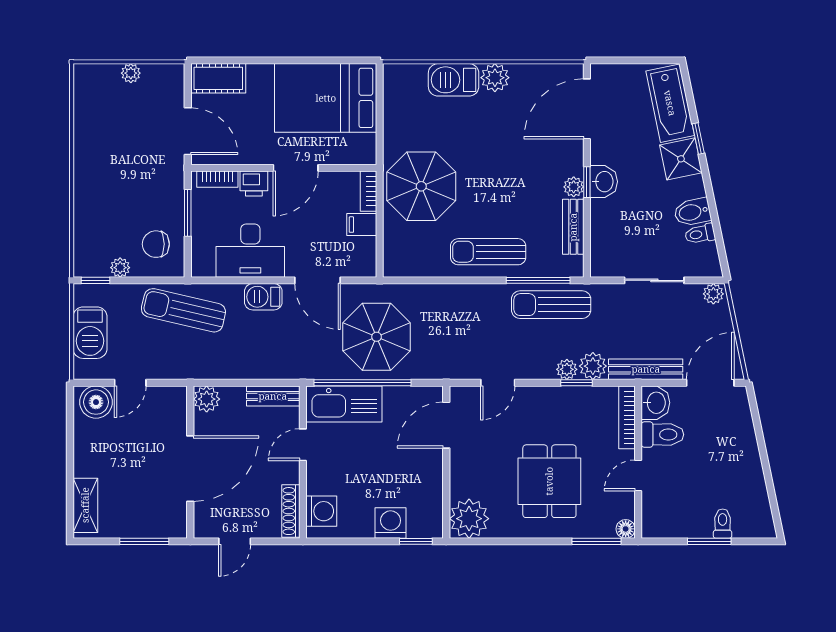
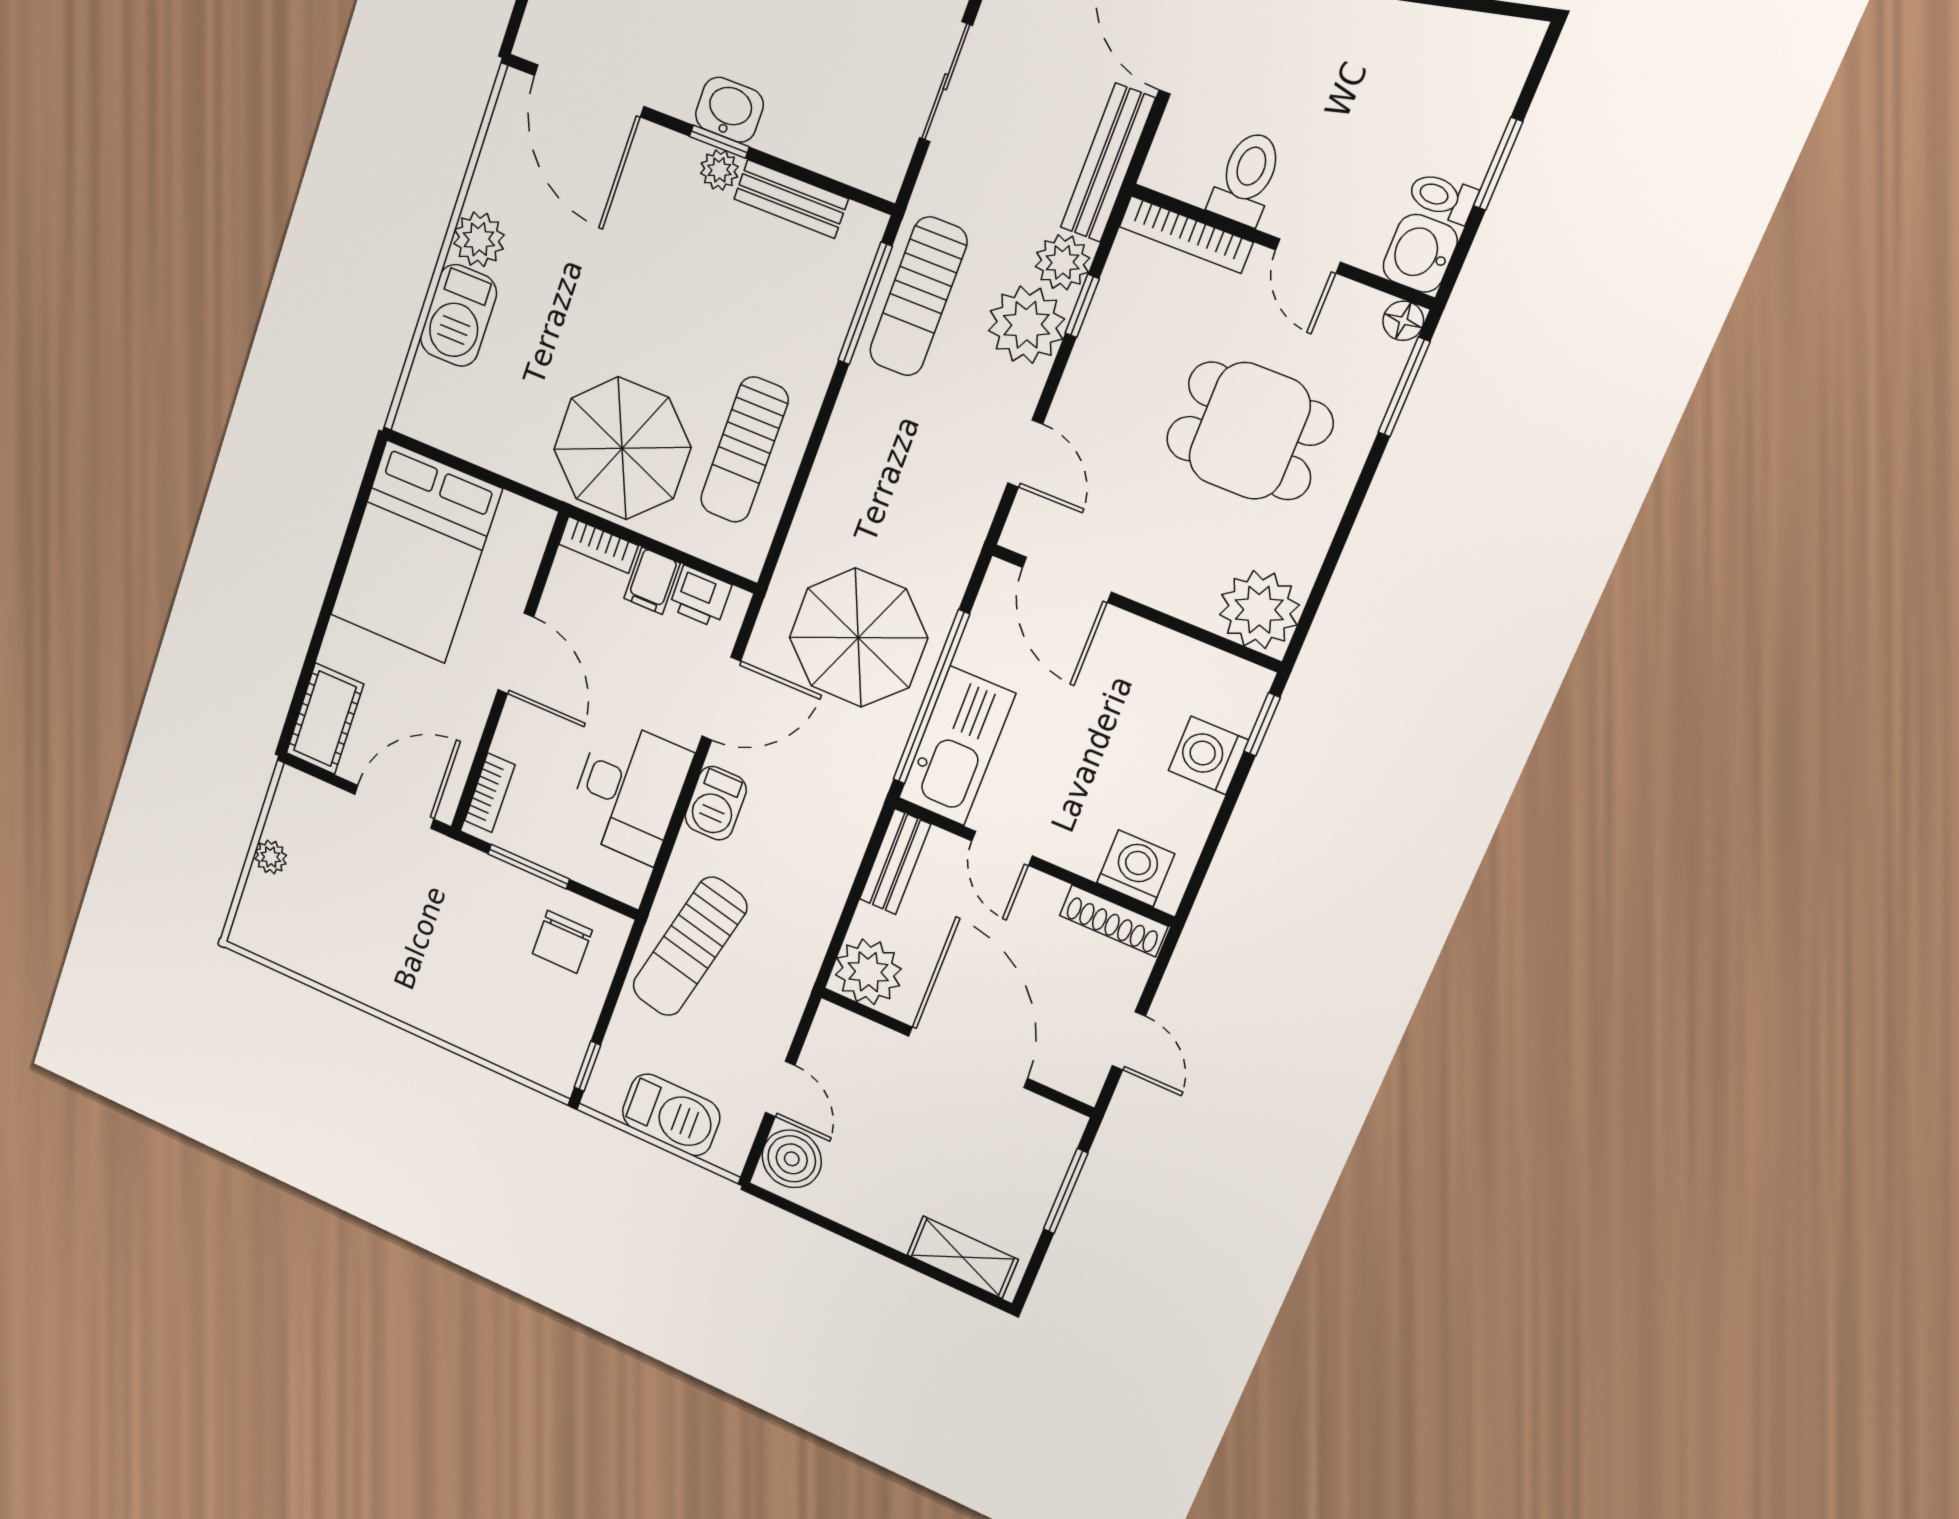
printer: (254, 183) -> (700, 597), moved, turned 90
sun lounger: (488, 252) -> (744, 450), moved
plant: (120, 268) -> (580, 1017), removed
plant: (567, 369) -> (1026, 325), width x1.87, depth x1.87
plant: (207, 399) -> (868, 972), width x1.36, depth x1.36
washbasin: (655, 403) -> (1420, 253), moved, turned -90
toilet: (723, 524) -> (1442, 197), moved

